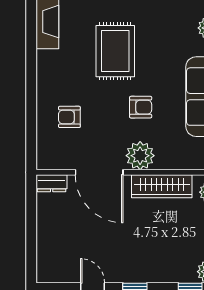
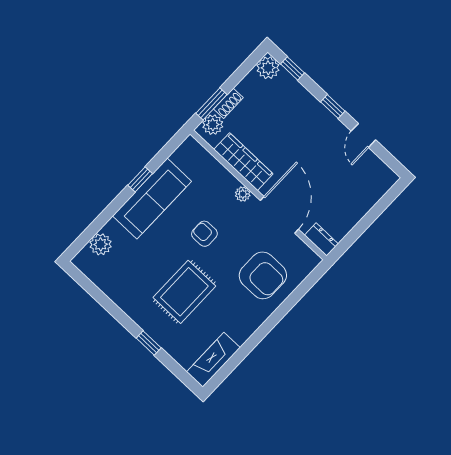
armchair: (69, 117) -> (263, 275), width x1.88, depth x1.88
plant: (140, 156) -> (243, 194), width x0.53, depth x0.53

